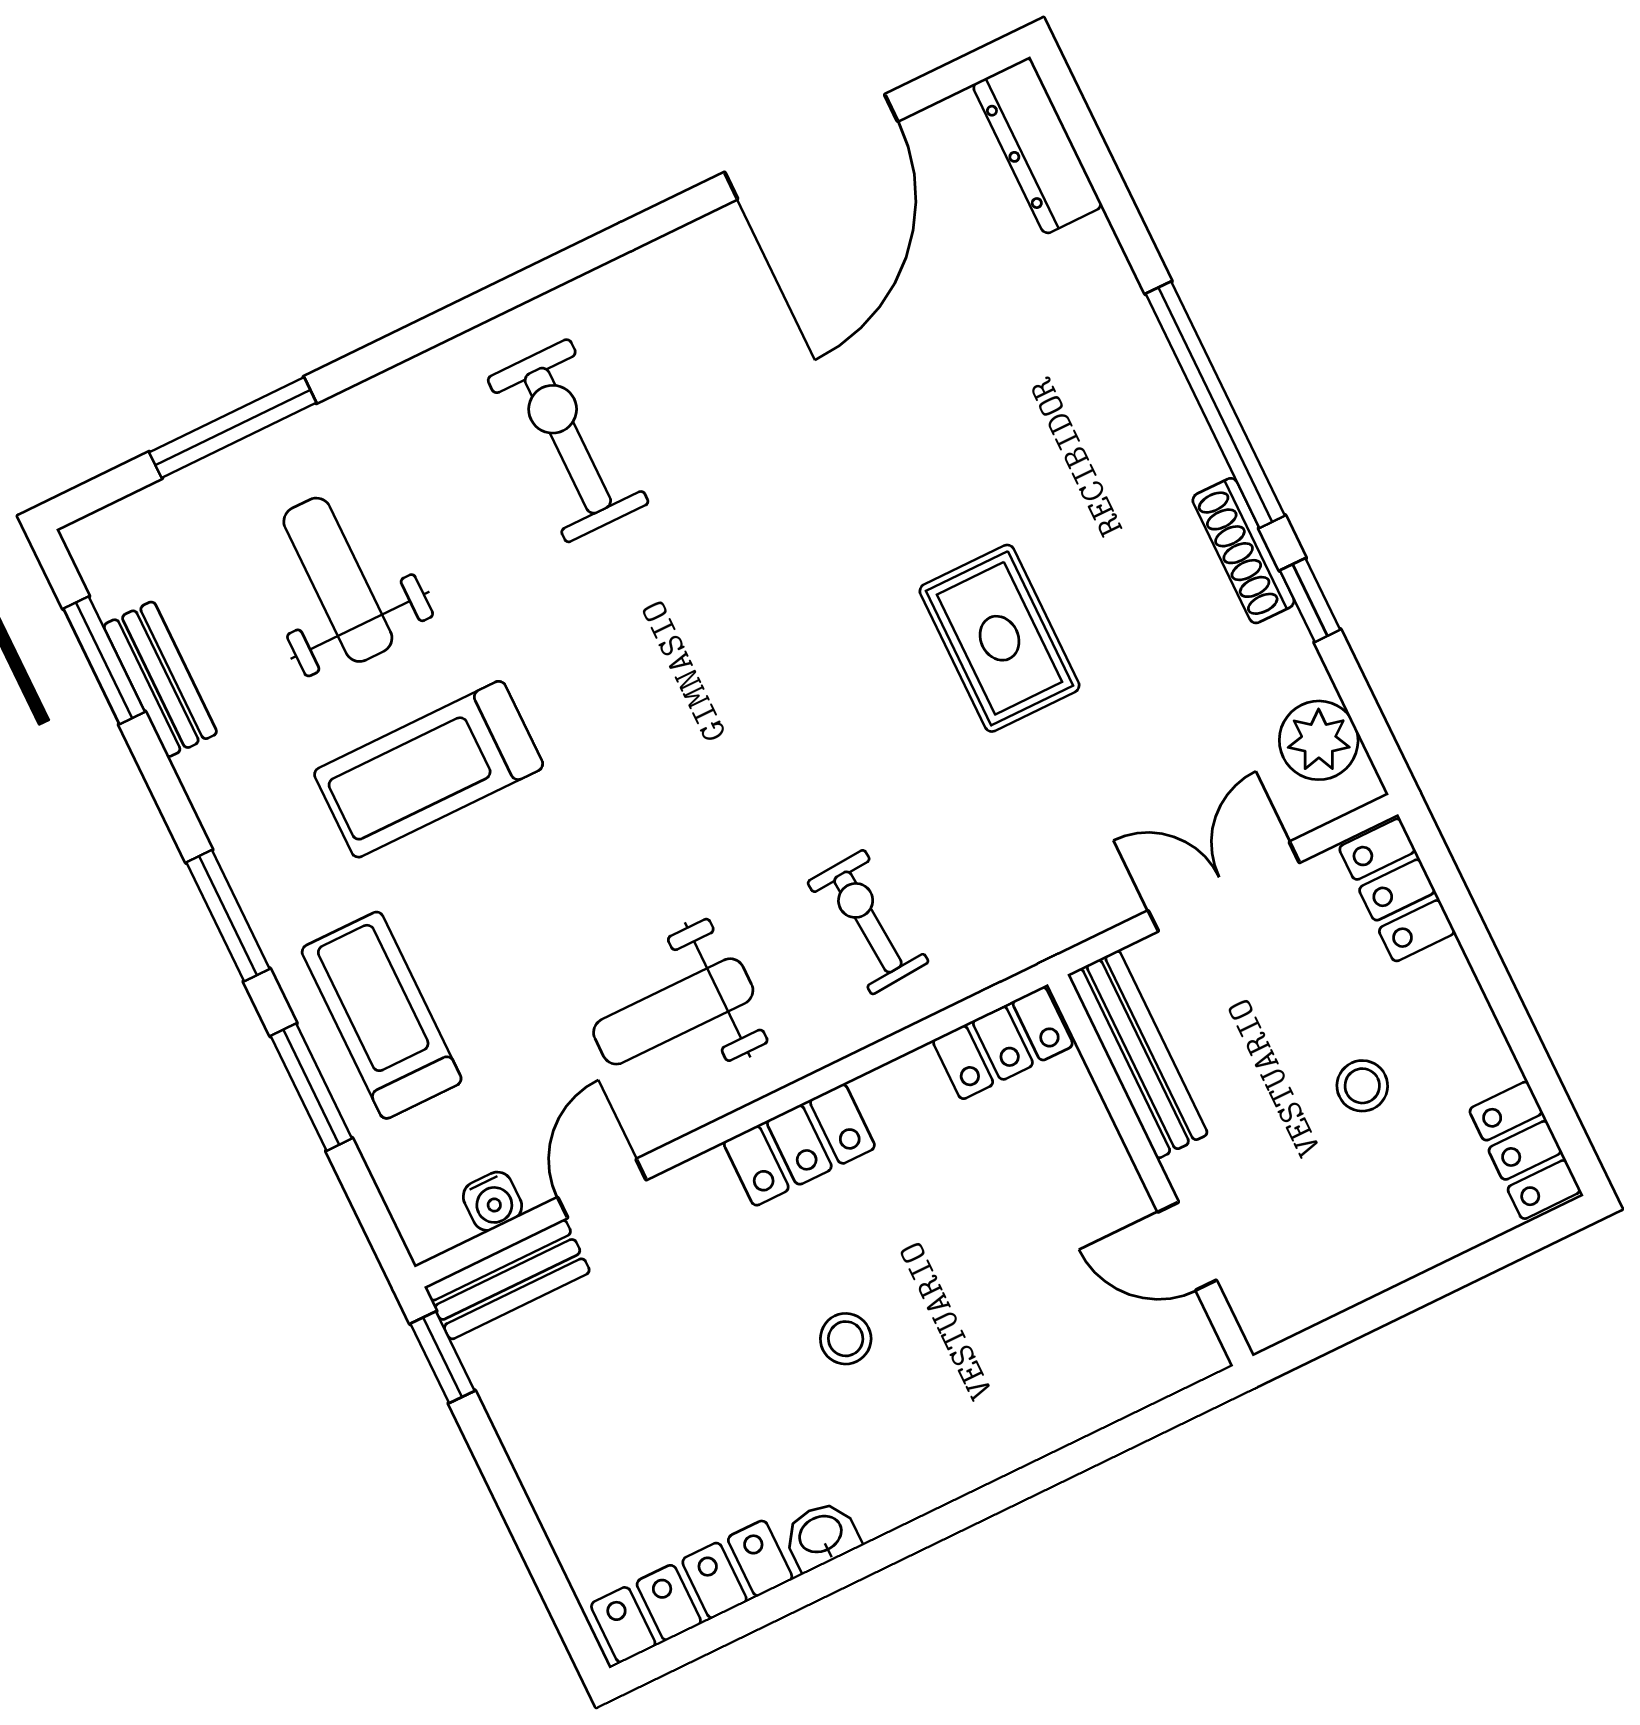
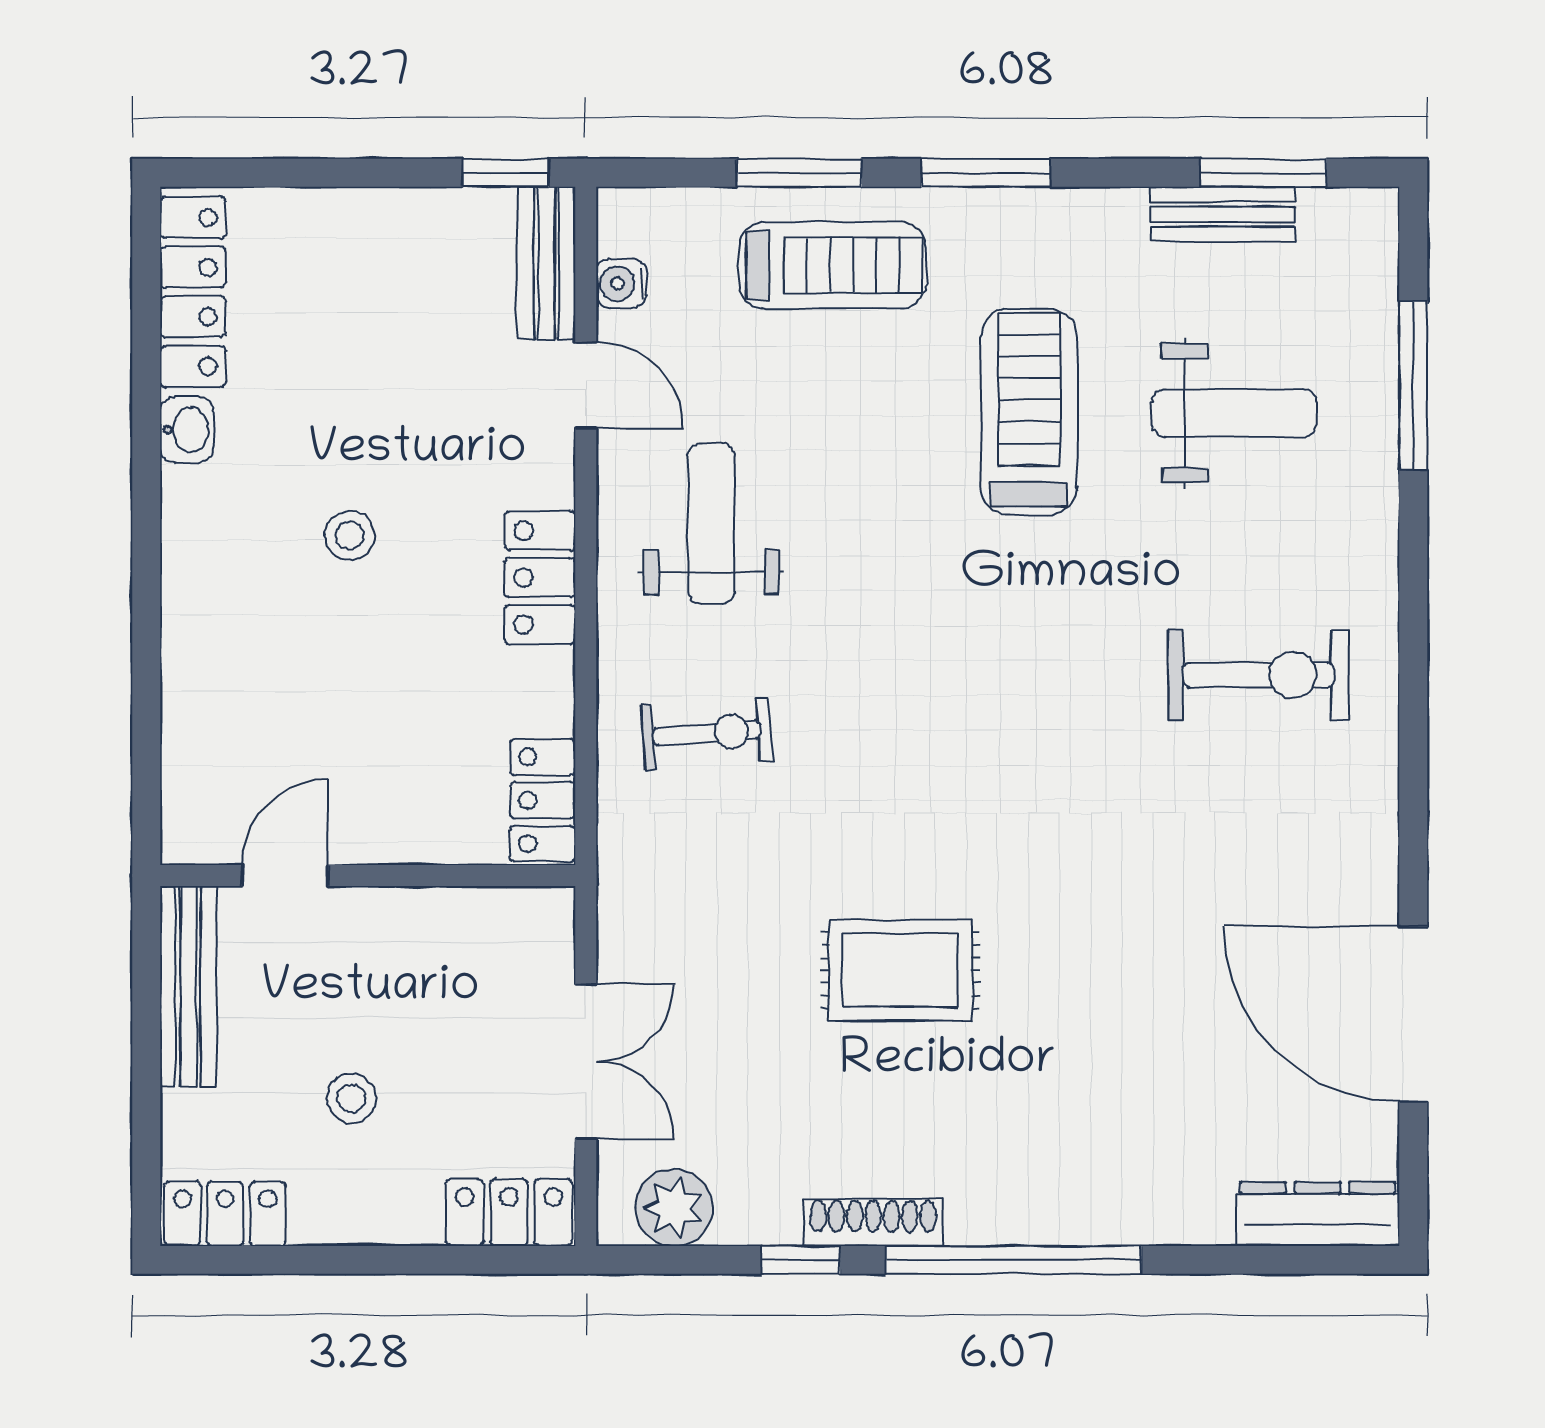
bench: (1138, 1054) -> (188, 987), moved, turned 90

